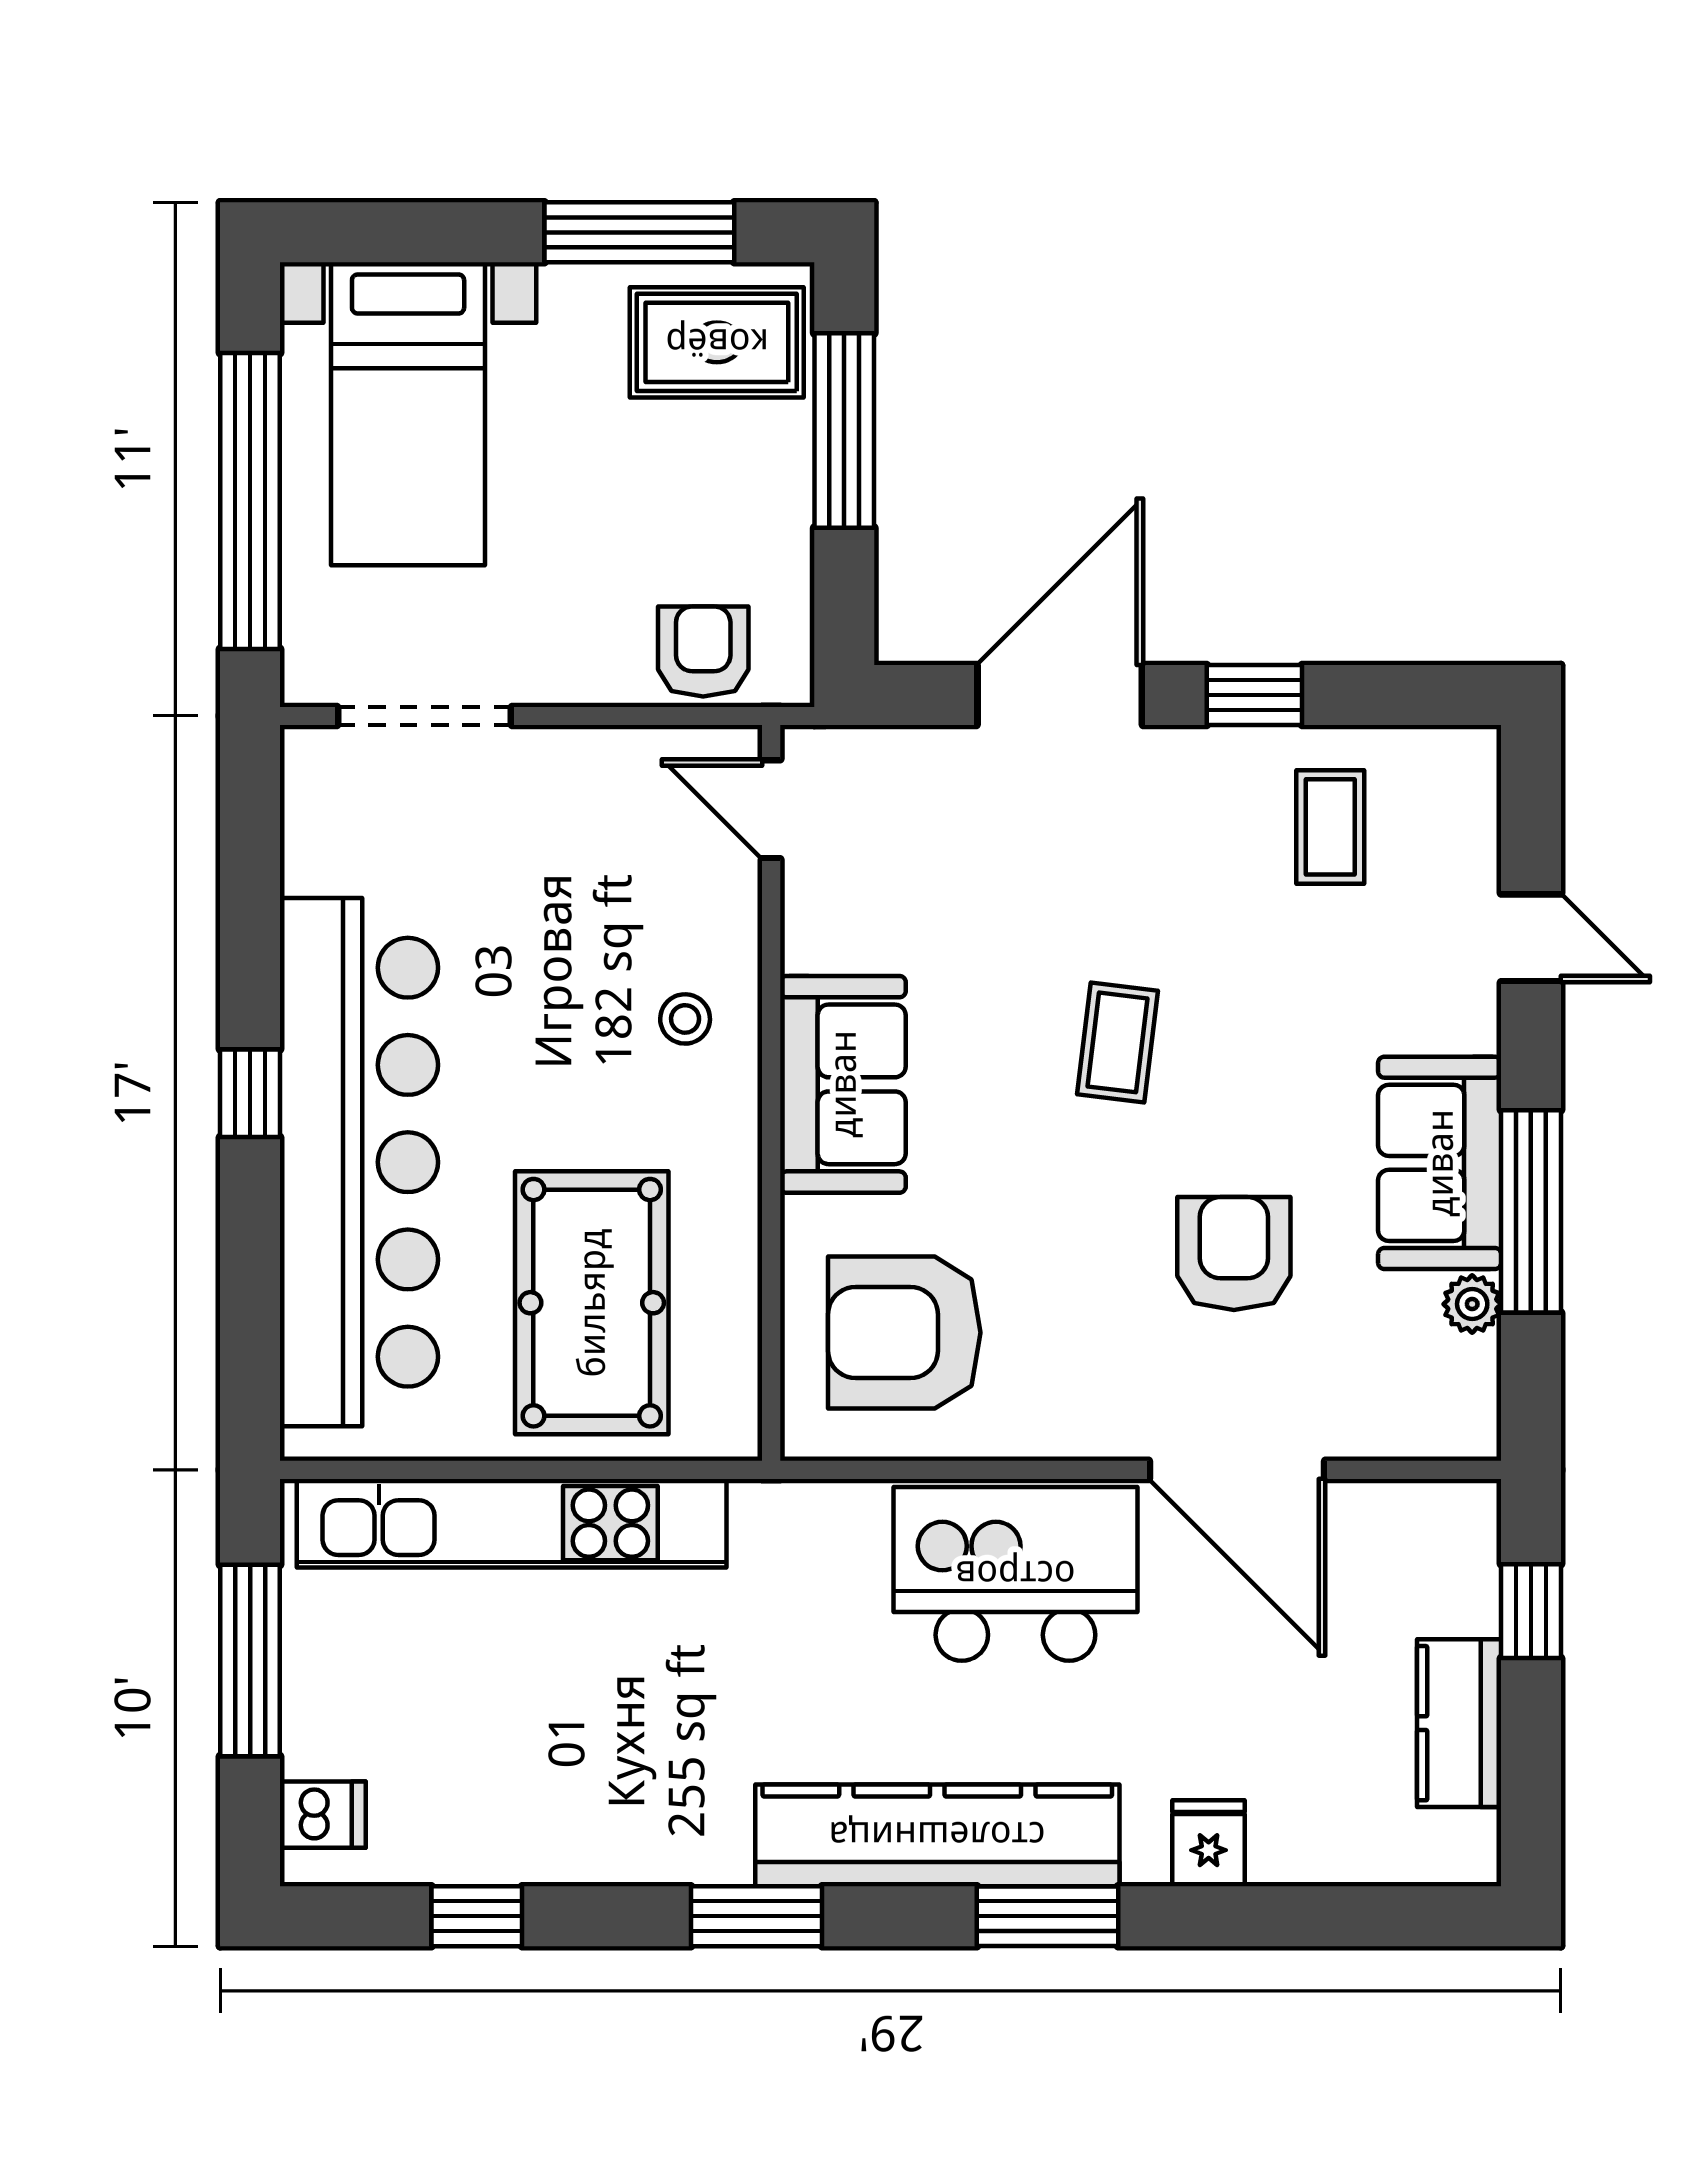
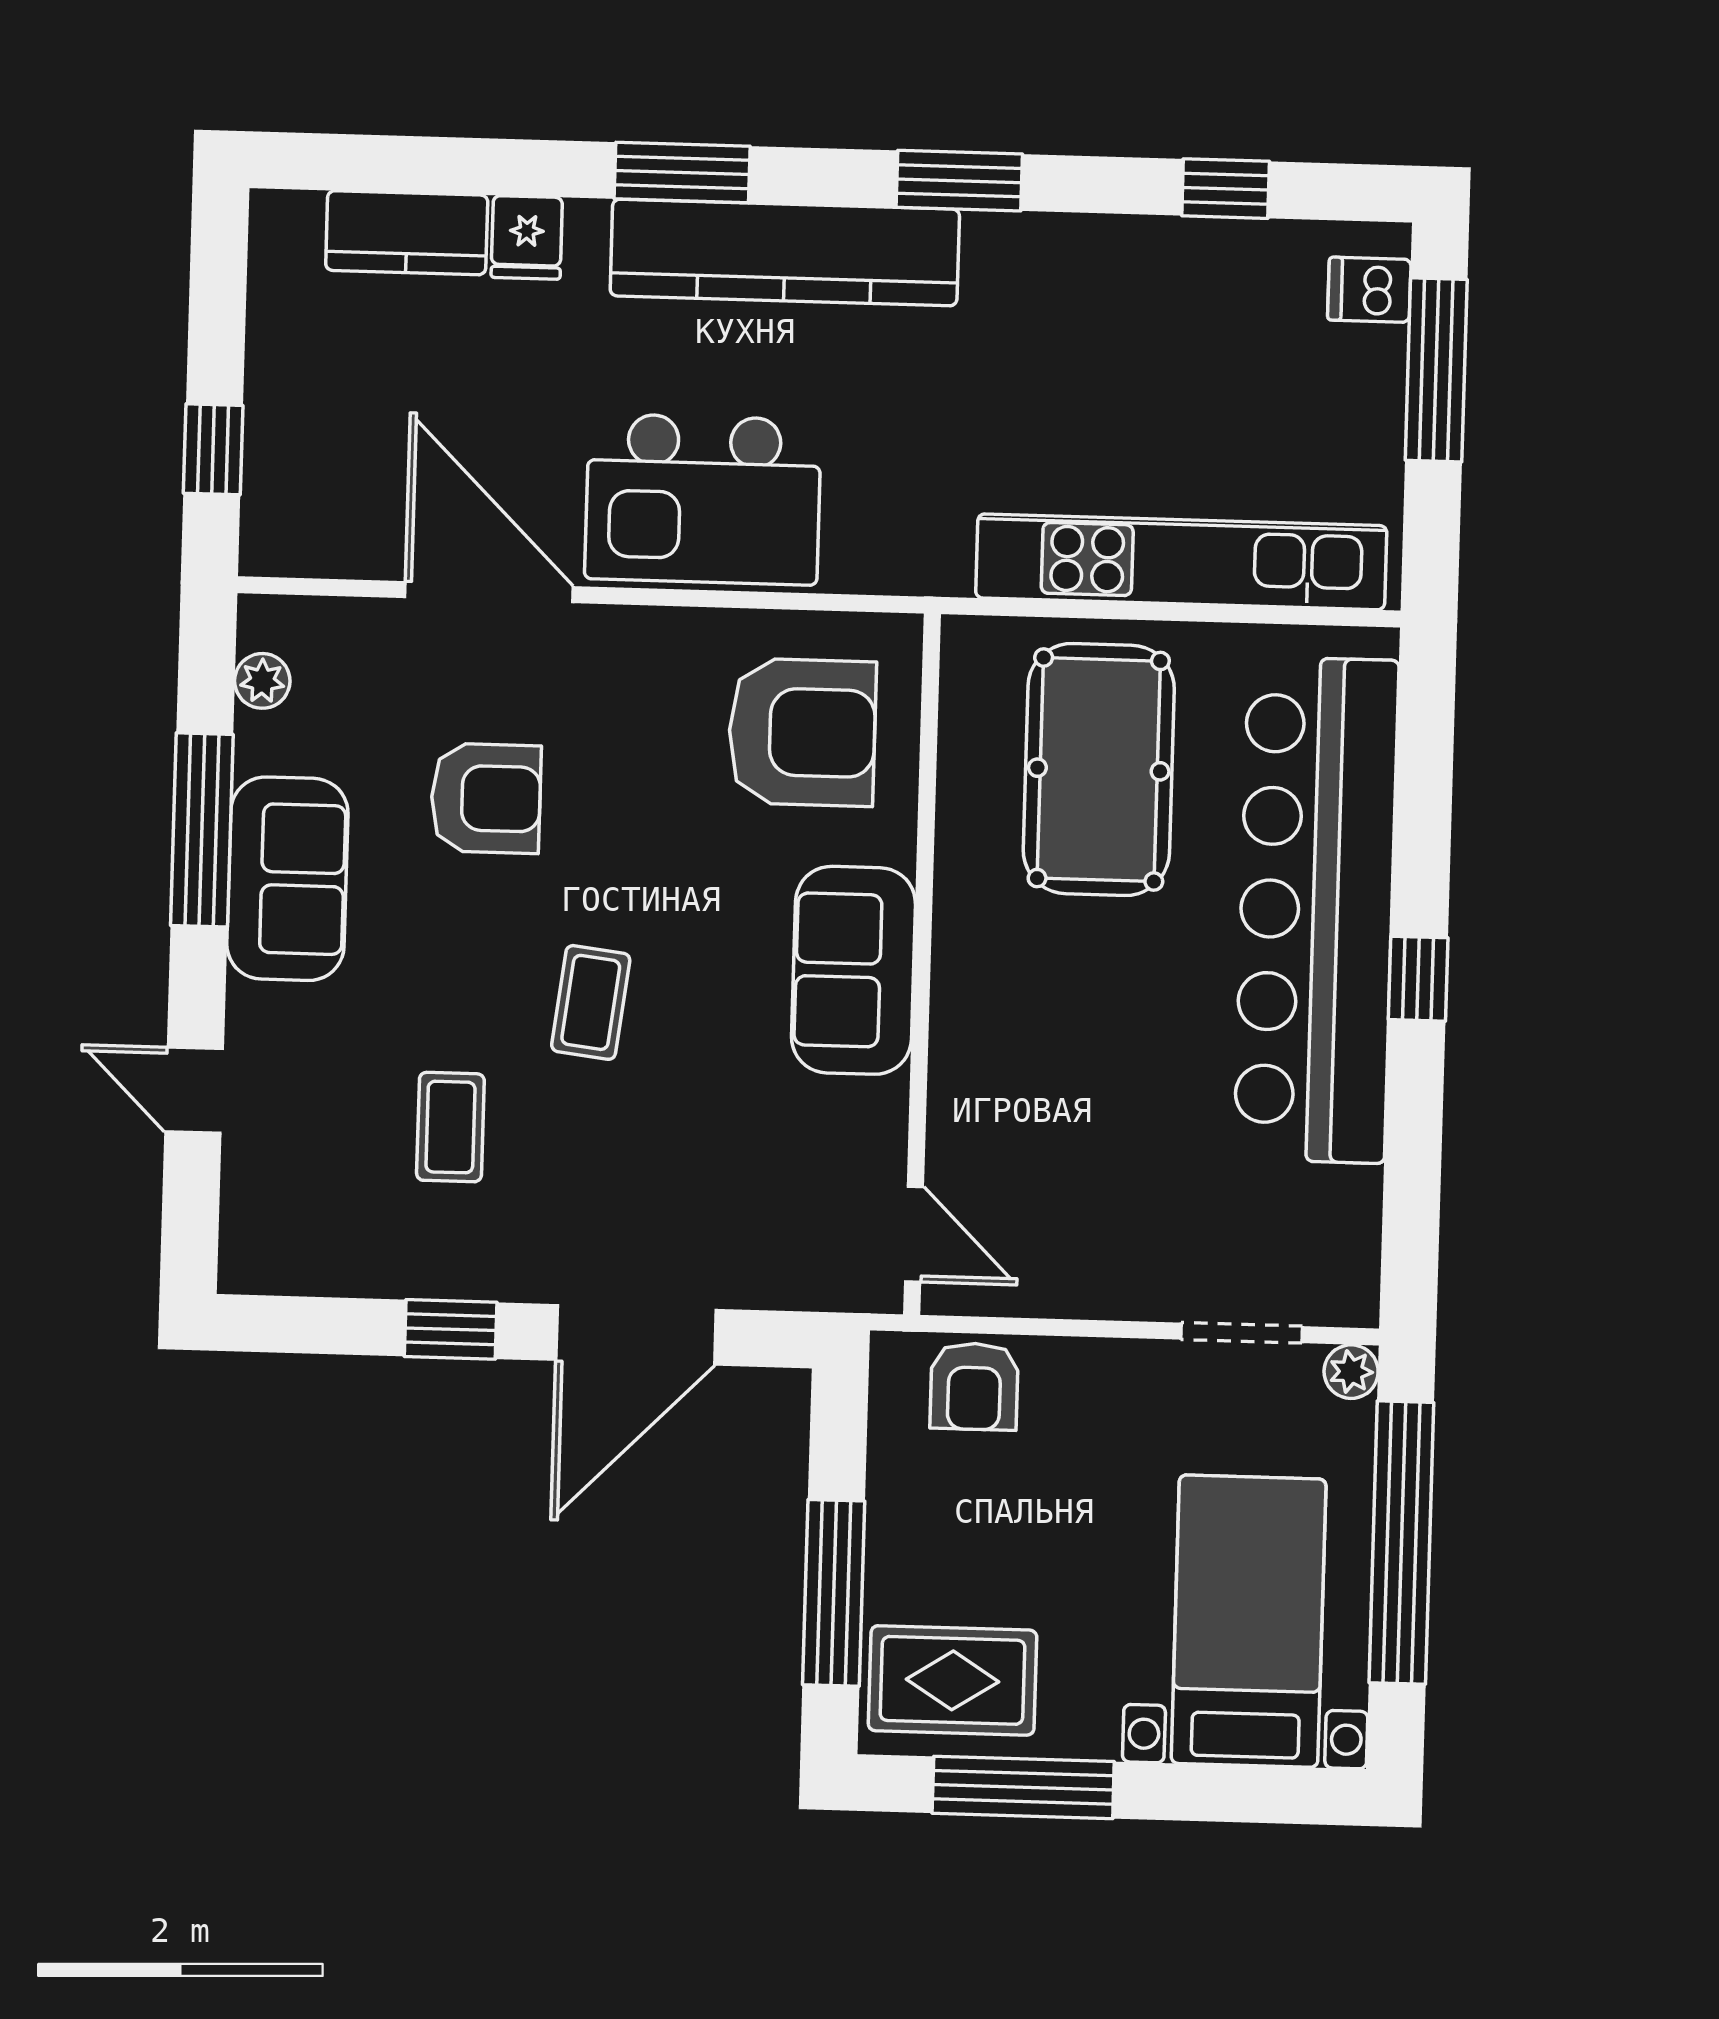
plant: (308, 679) -> (1351, 1372), added
doorway: (424, 716) -> (1241, 1333), width x0.73
coffee table: (1330, 827) -> (450, 1127), moved
stool: (685, 1019) -> (1002, 1037), removed
armchair: (1234, 1253) -> (486, 798), turned -90
plant: (1472, 1304) -> (262, 681), moved
window: (250, 1660) -> (1436, 370), moved
kitchen counter: (1459, 1723) -> (407, 233), moved, turned 90

